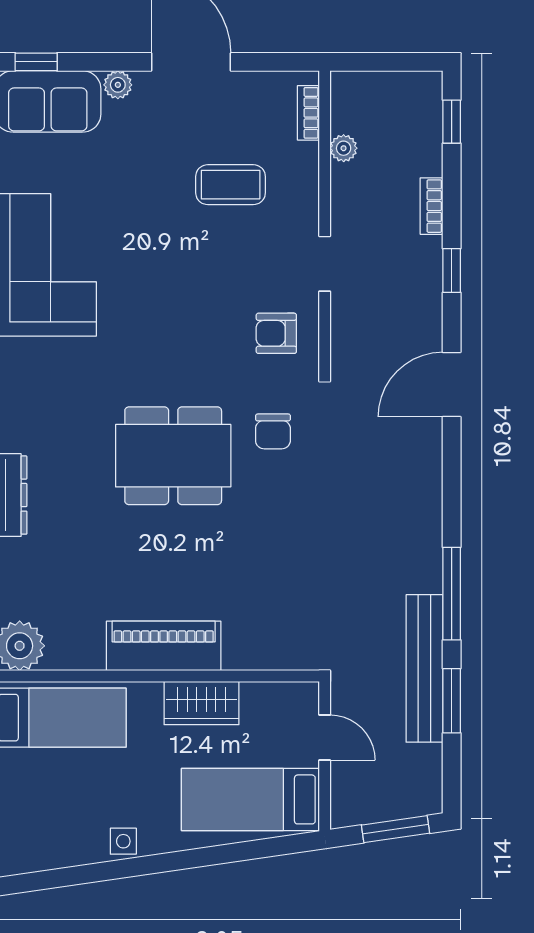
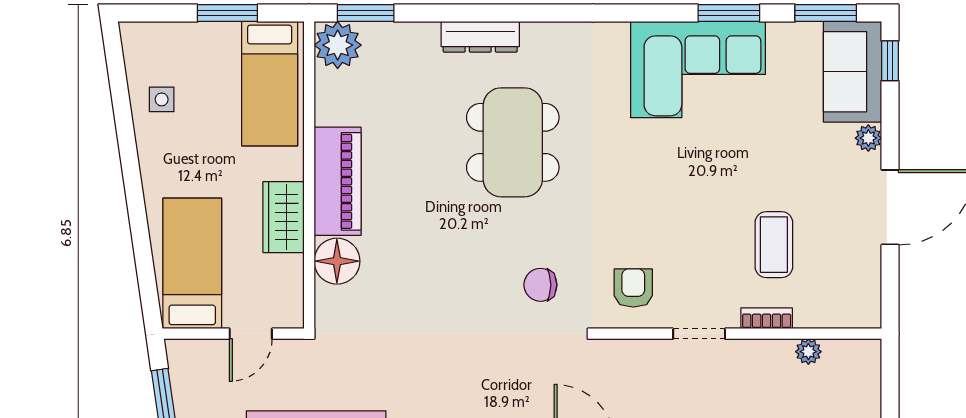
bookcase: (308, 113) -> (767, 318), moved
dining table: (173, 456) -> (513, 142), moved
floor lamp: (248, 646) -> (337, 261), added
side table: (123, 841) -> (162, 99), moved

